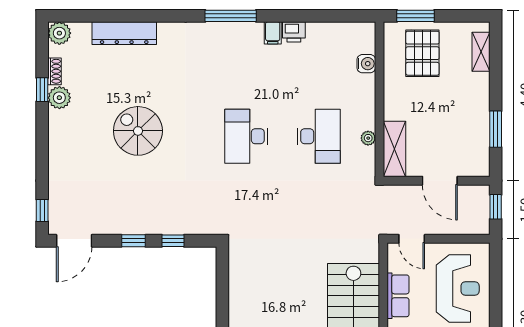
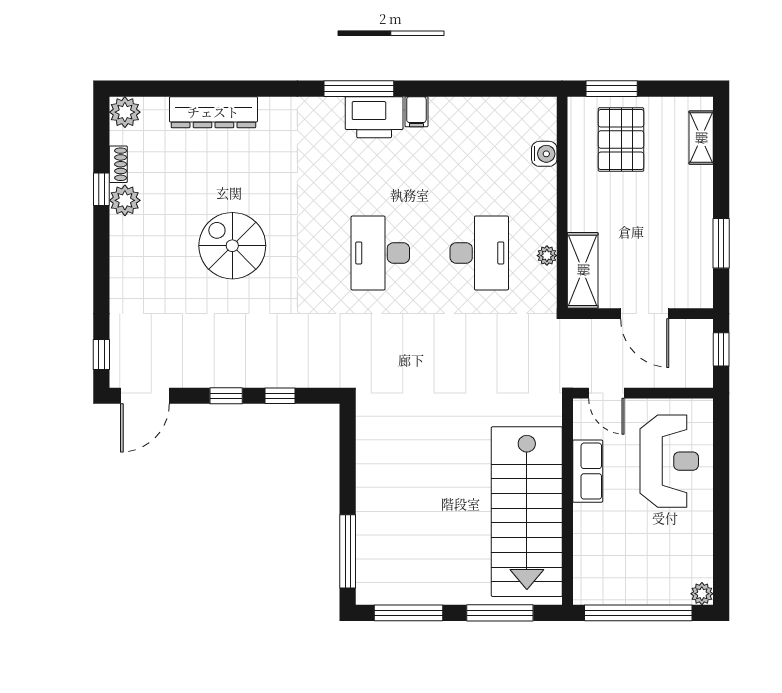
printer: (294, 32) -> (374, 117), moved, width x1.87, depth x1.48

